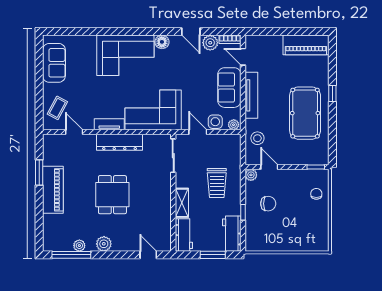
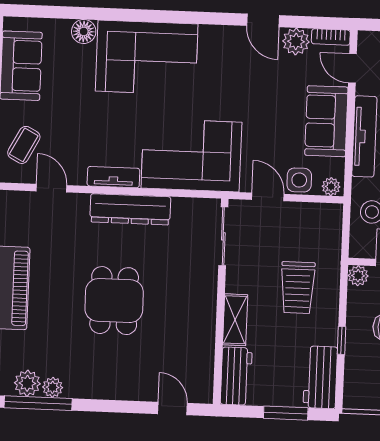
floor lamp: (162, 42) -> (84, 31), moved
plant: (104, 244) -> (27, 383), moved

